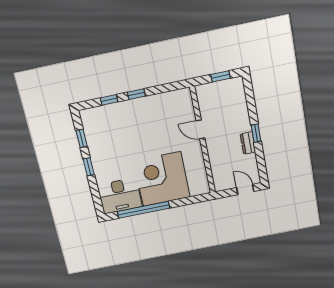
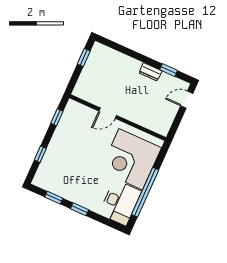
window: (136, 94) -> (57, 117), moved
door: (201, 129) -> (108, 113), moved
window: (256, 133) -> (169, 70), moved
wall: (203, 141) -> (118, 118), moved

